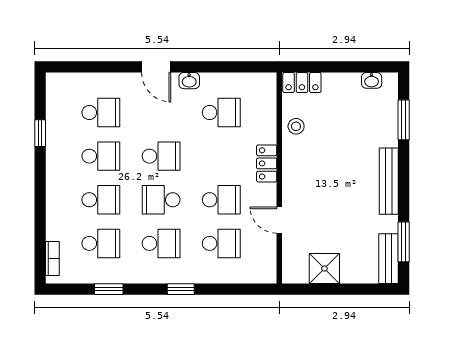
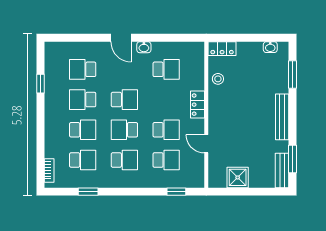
school desk: (101, 113) -> (83, 69), turned 180
school desk: (101, 156) -> (83, 100), turned 180
window: (181, 289) -> (176, 192), moved

